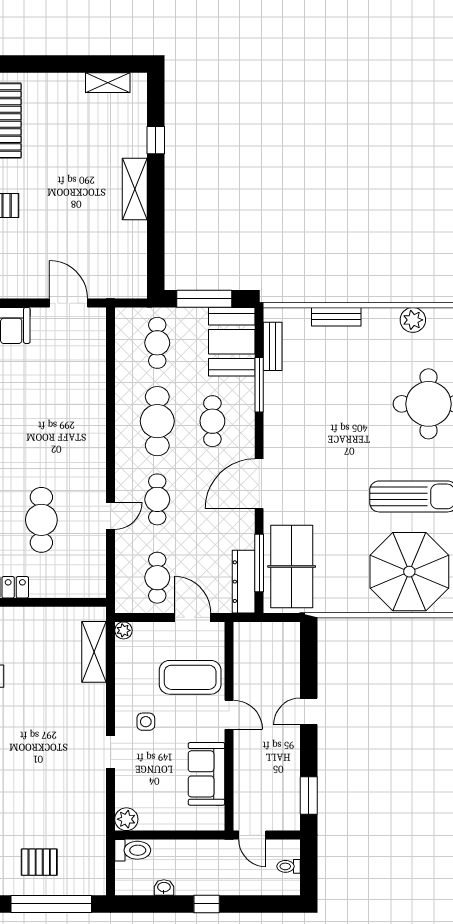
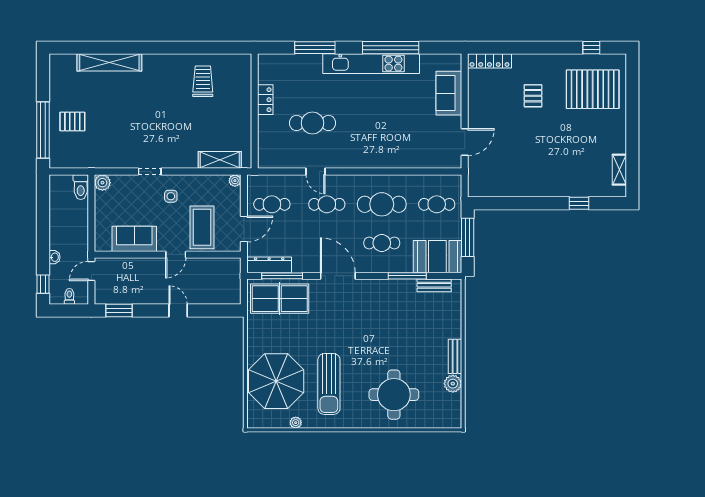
shelving: (135, 189) -> (545, 189), removed
bench: (336, 317) -> (455, 356), moved
pallet: (39, 862) -> (72, 121), turned 90
washbasin: (164, 888) -> (55, 257), moved
window: (207, 904) -> (43, 284), moved

